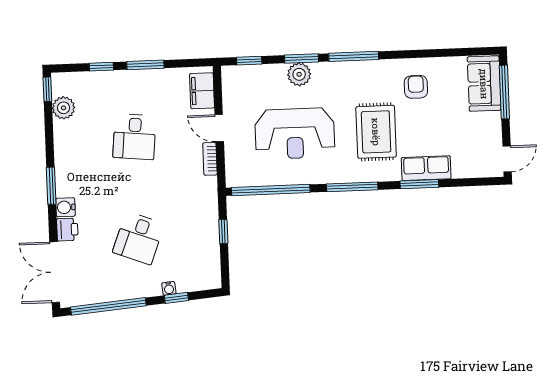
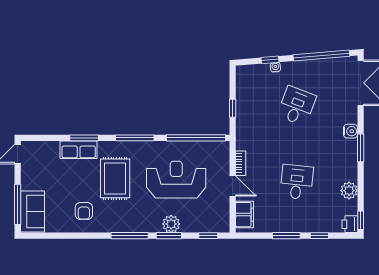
plant: (64, 108) -> (349, 191), moved
printer: (67, 230) -> (350, 224), moved

